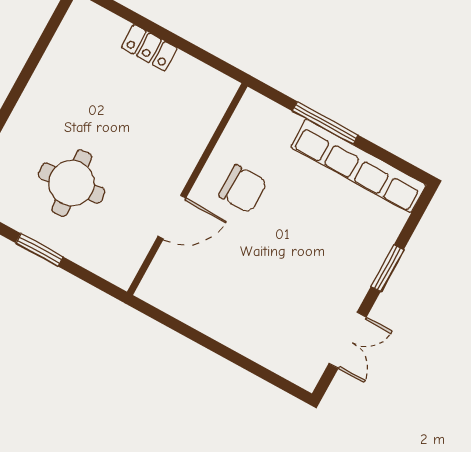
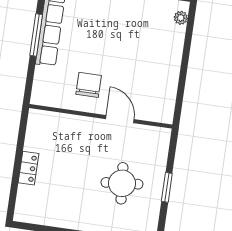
window: (325, 123) -> (36, 35), moved
plant: (293, 370) -> (181, 18), added

